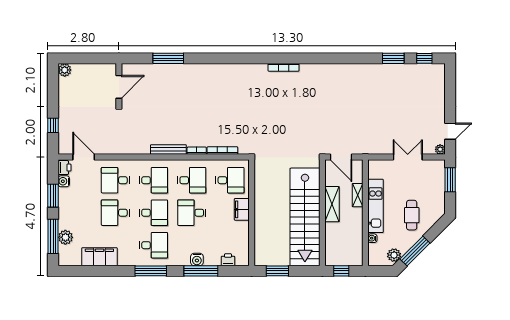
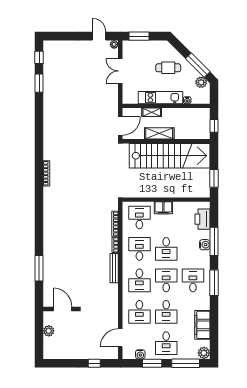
plant: (65, 70) -> (49, 331), moved
printer: (64, 168) -> (129, 354), removed
desk: (154, 180) -> (139, 280), turned 180
desk: (77, 213) -> (166, 343), added
plant: (65, 237) -> (204, 353), moved
printer: (228, 260) -> (203, 219), width x1.87, depth x1.48

